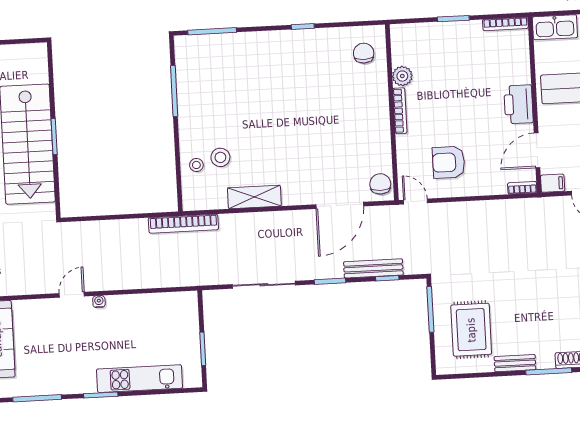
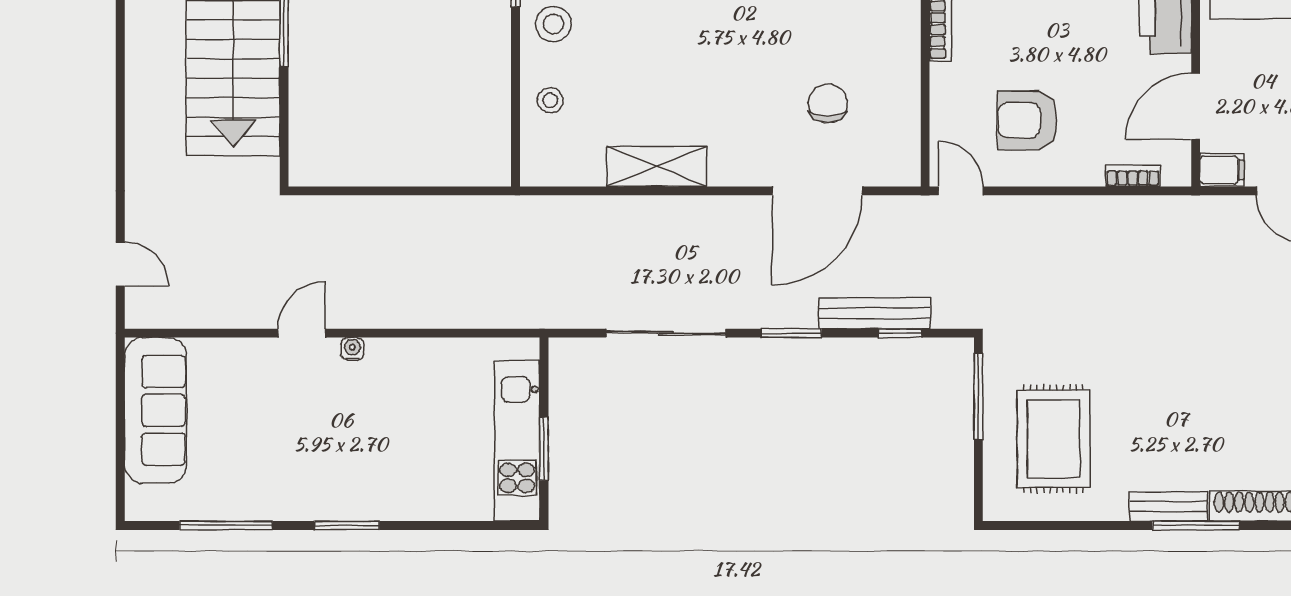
stool: (220, 157) -> (553, 24), moved
chair: (380, 184) -> (828, 104), moved
bookcase: (522, 188) -> (1133, 176), moved
bookcase: (183, 224) -> (520, 210), removed
bench: (515, 363) -> (1168, 506), moved
kitchen unit: (140, 379) -> (517, 441), moved, turned -90

